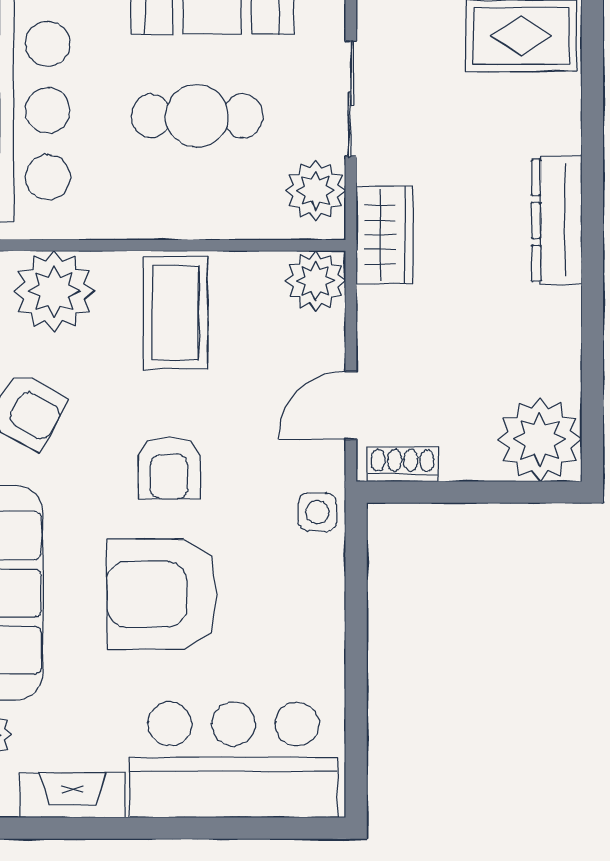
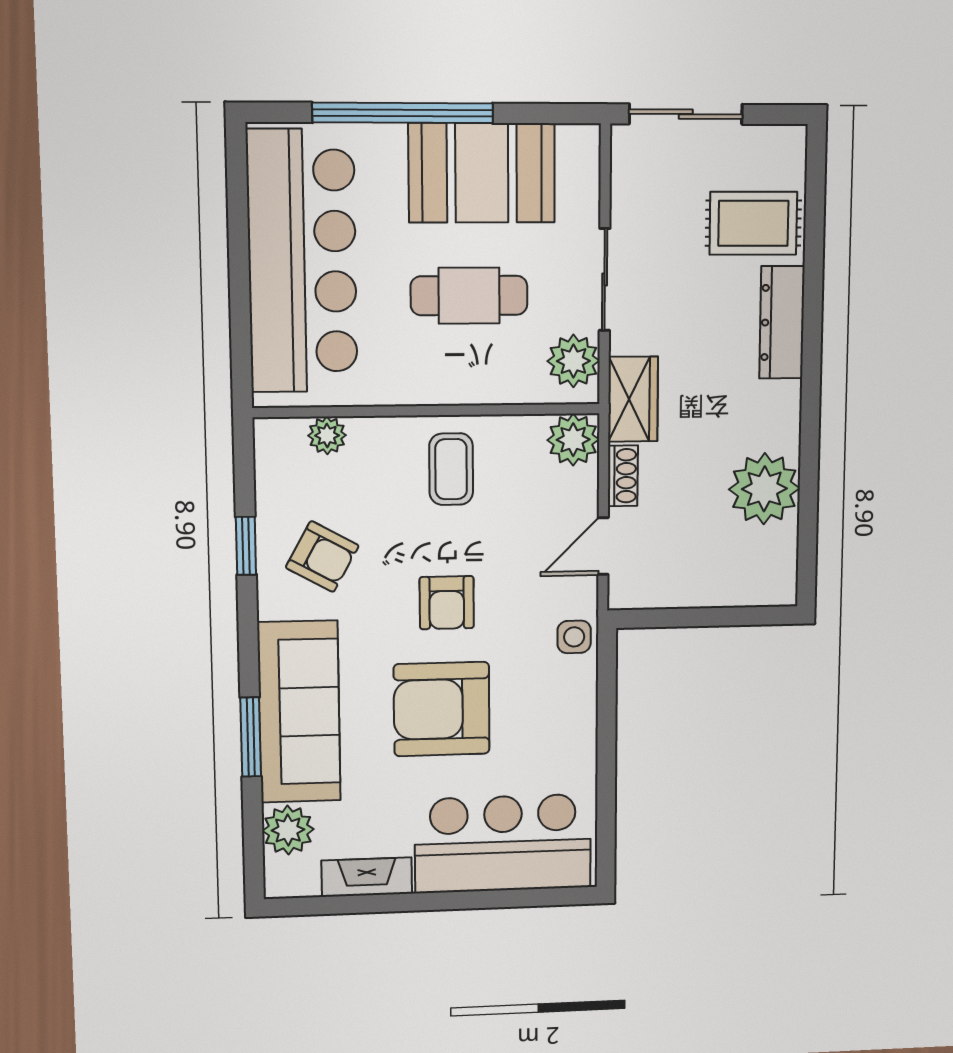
dresser: (557, 220) -> (782, 322), moved
plant: (54, 291) -> (327, 435), width x0.53, depth x0.53
coffee table: (175, 313) -> (451, 469), width x0.73, depth x0.77
plant: (540, 440) -> (764, 489), moved
shoe rack: (403, 464) -> (623, 476), moved, turned 90

